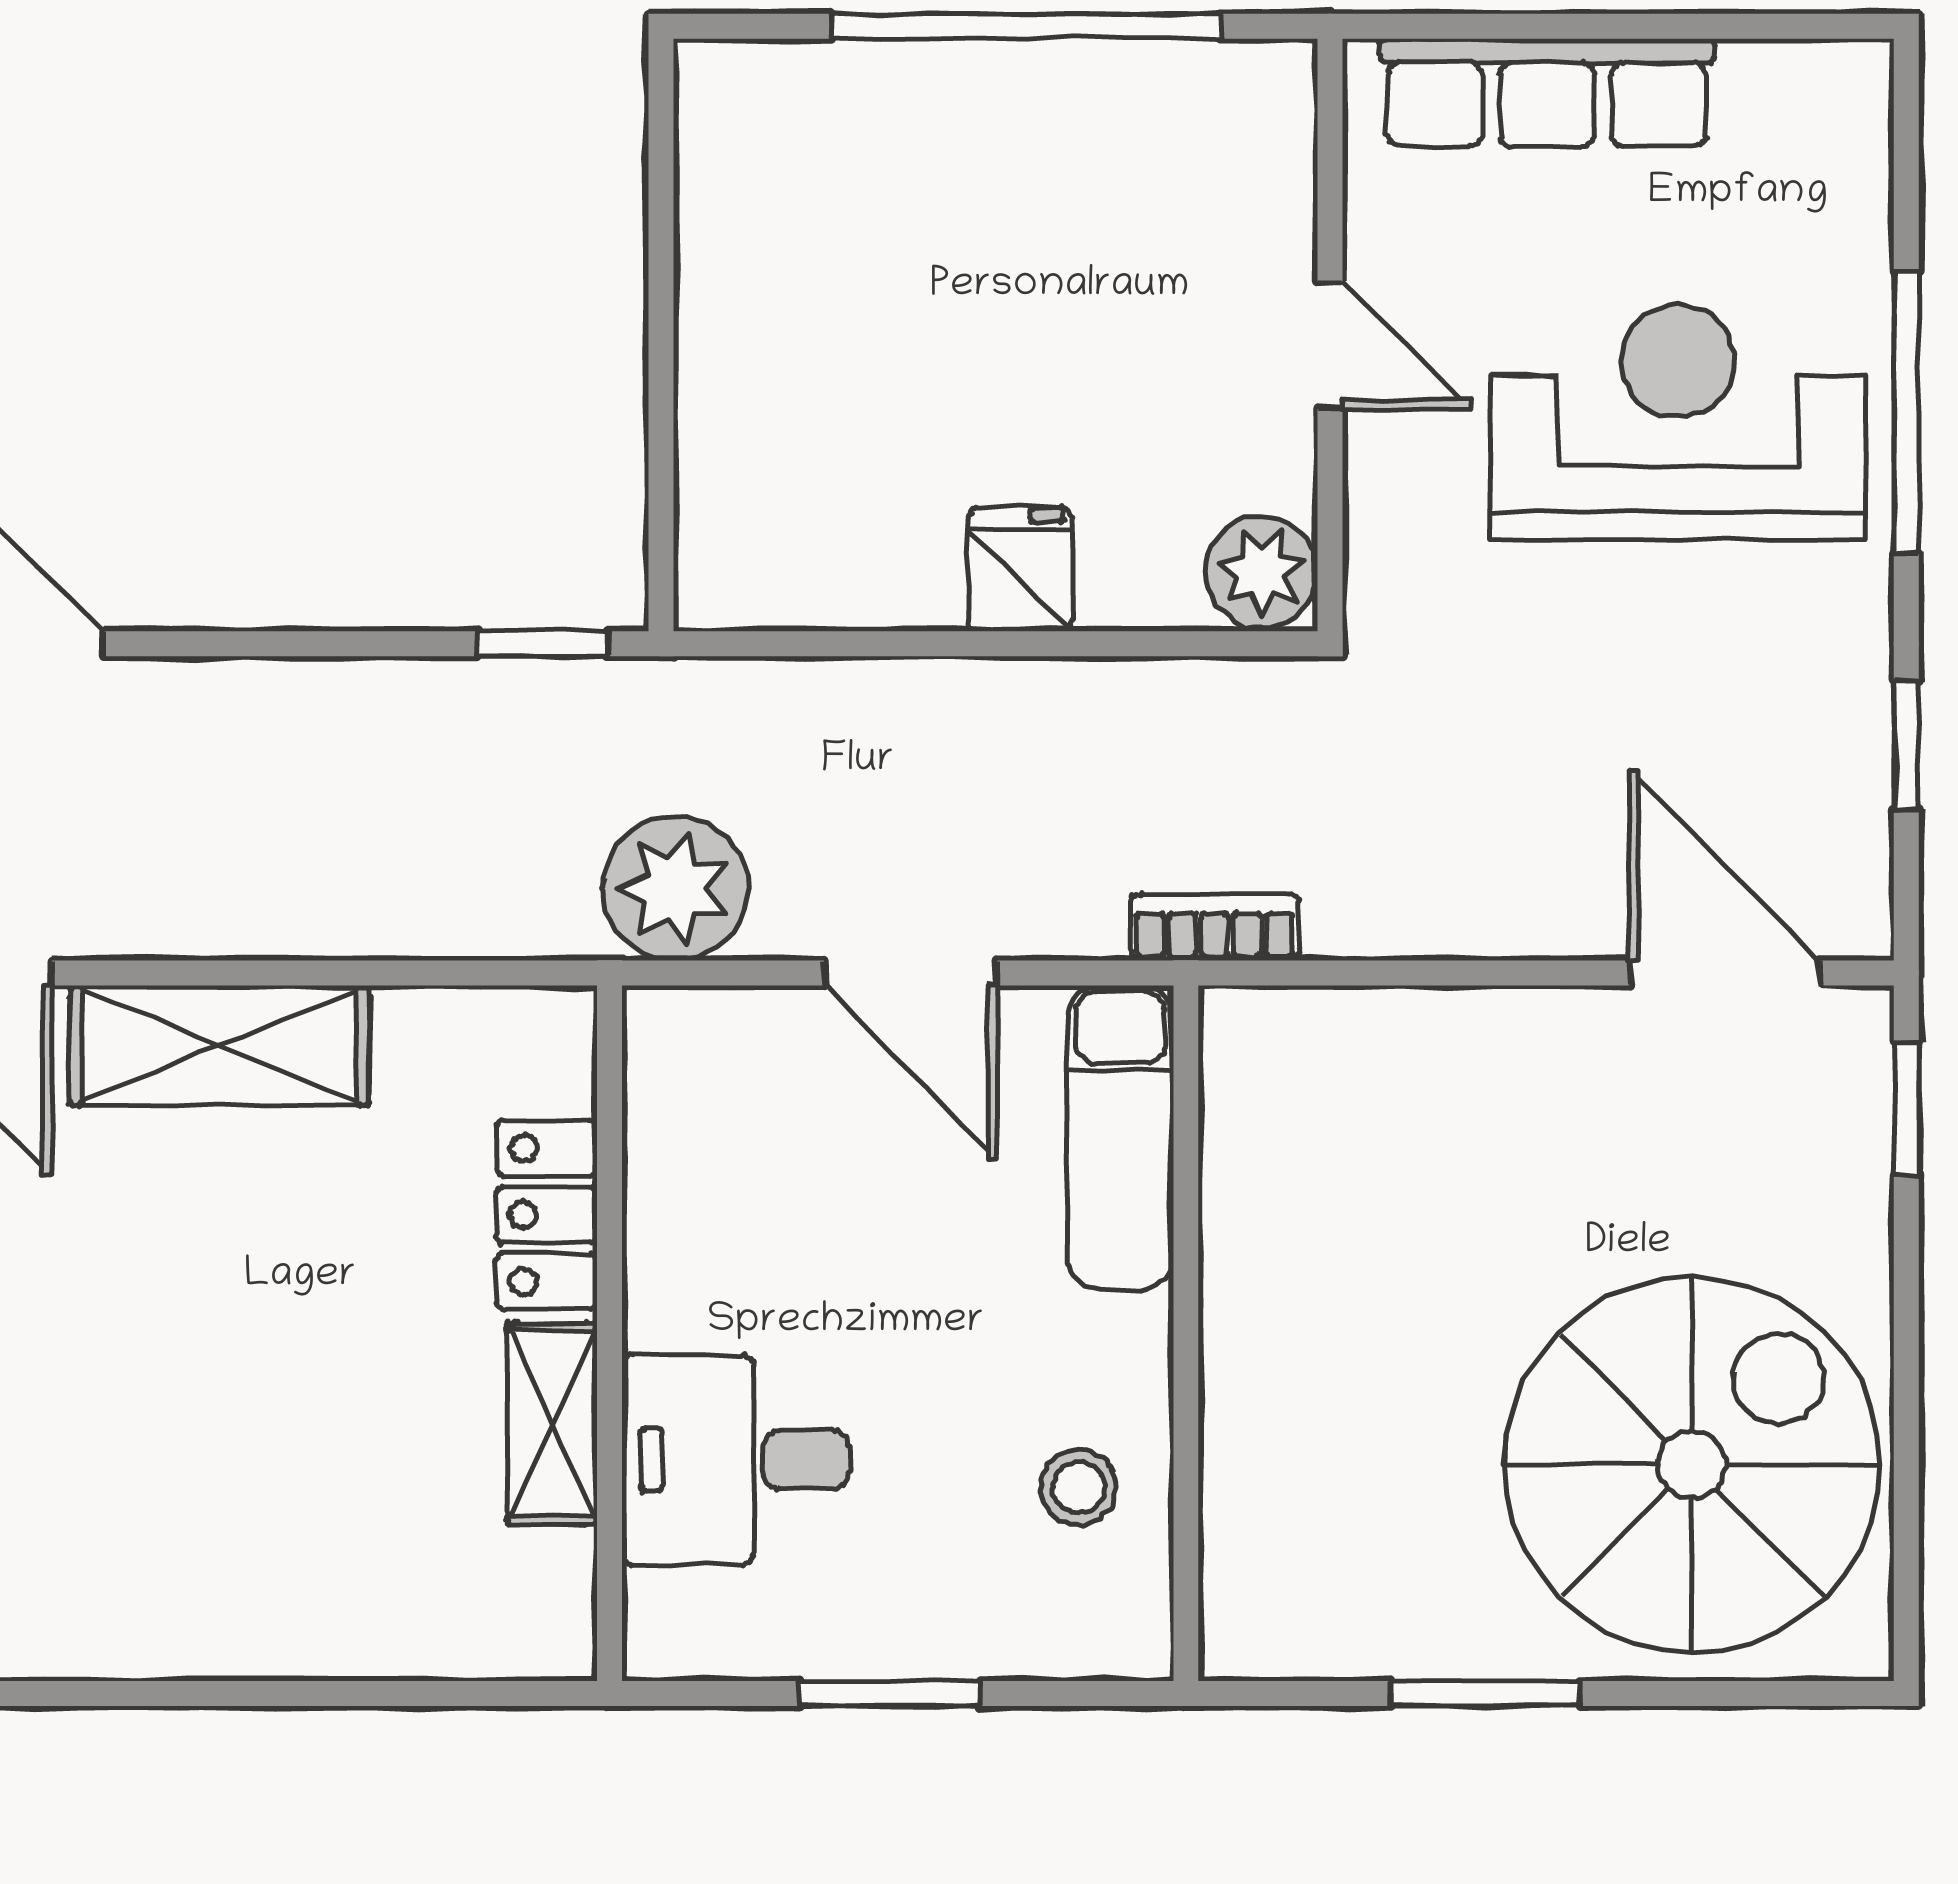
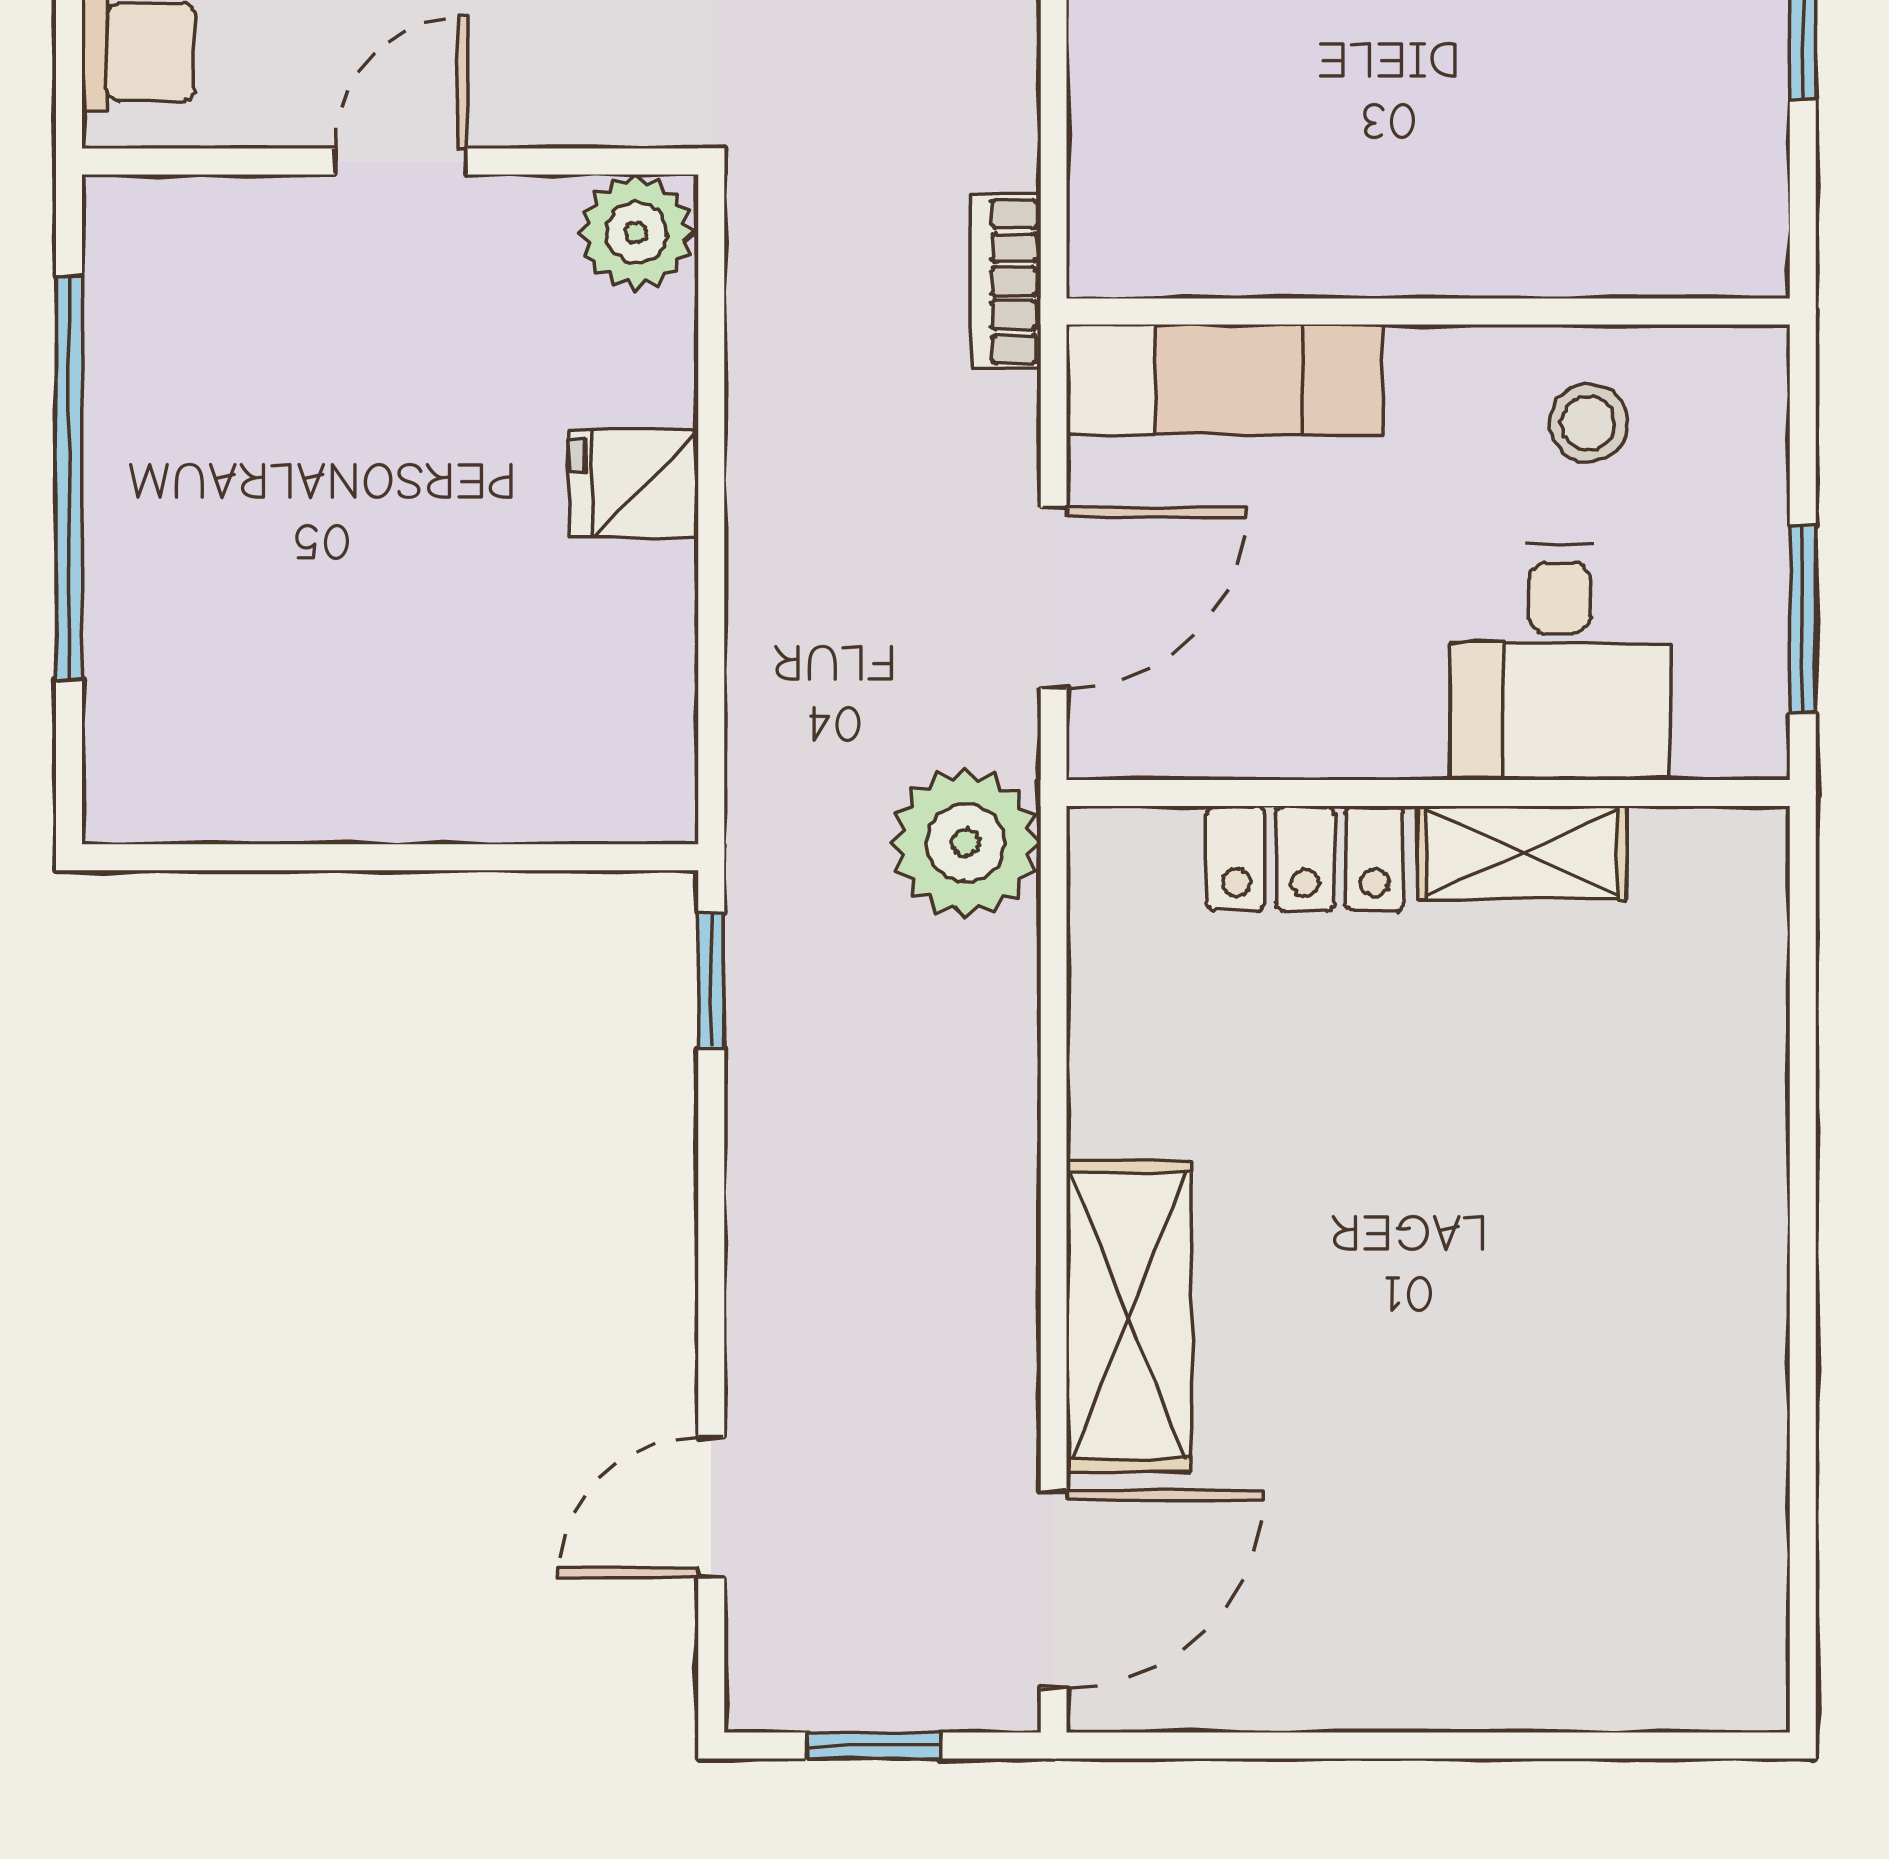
locker: (547, 1215) -> (1305, 858), moved
wall: (610, 1333) -> (1428, 793), moved
shelving: (552, 1423) -> (1522, 853), moved
desk: (736, 1460) -> (1560, 662), moved

